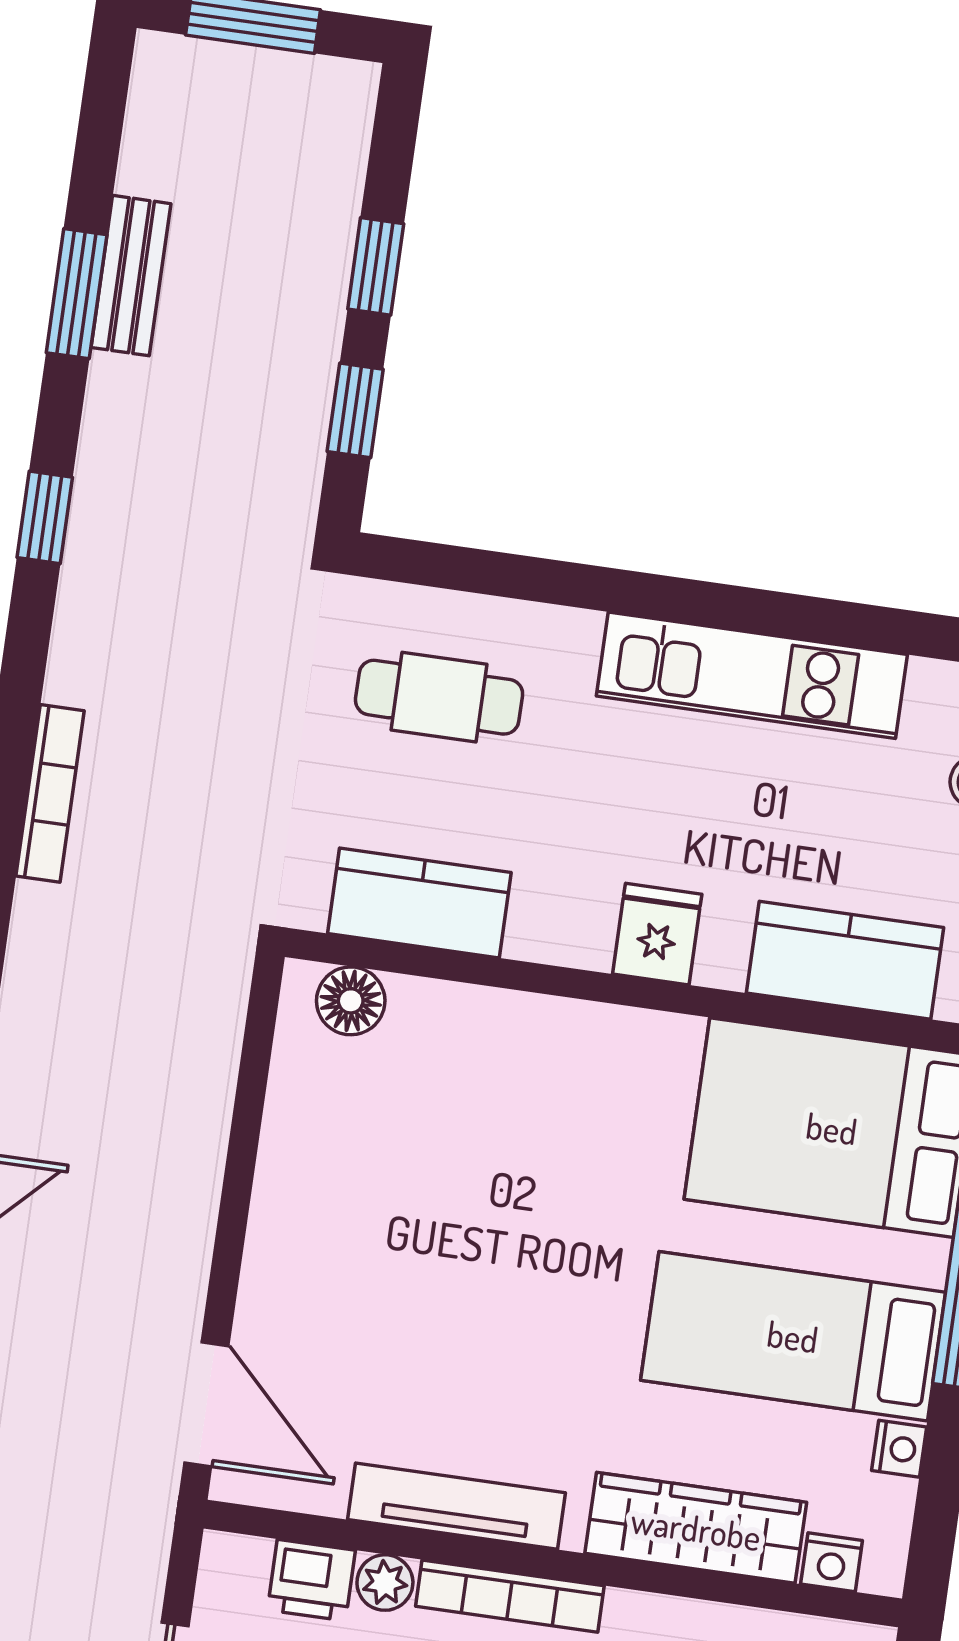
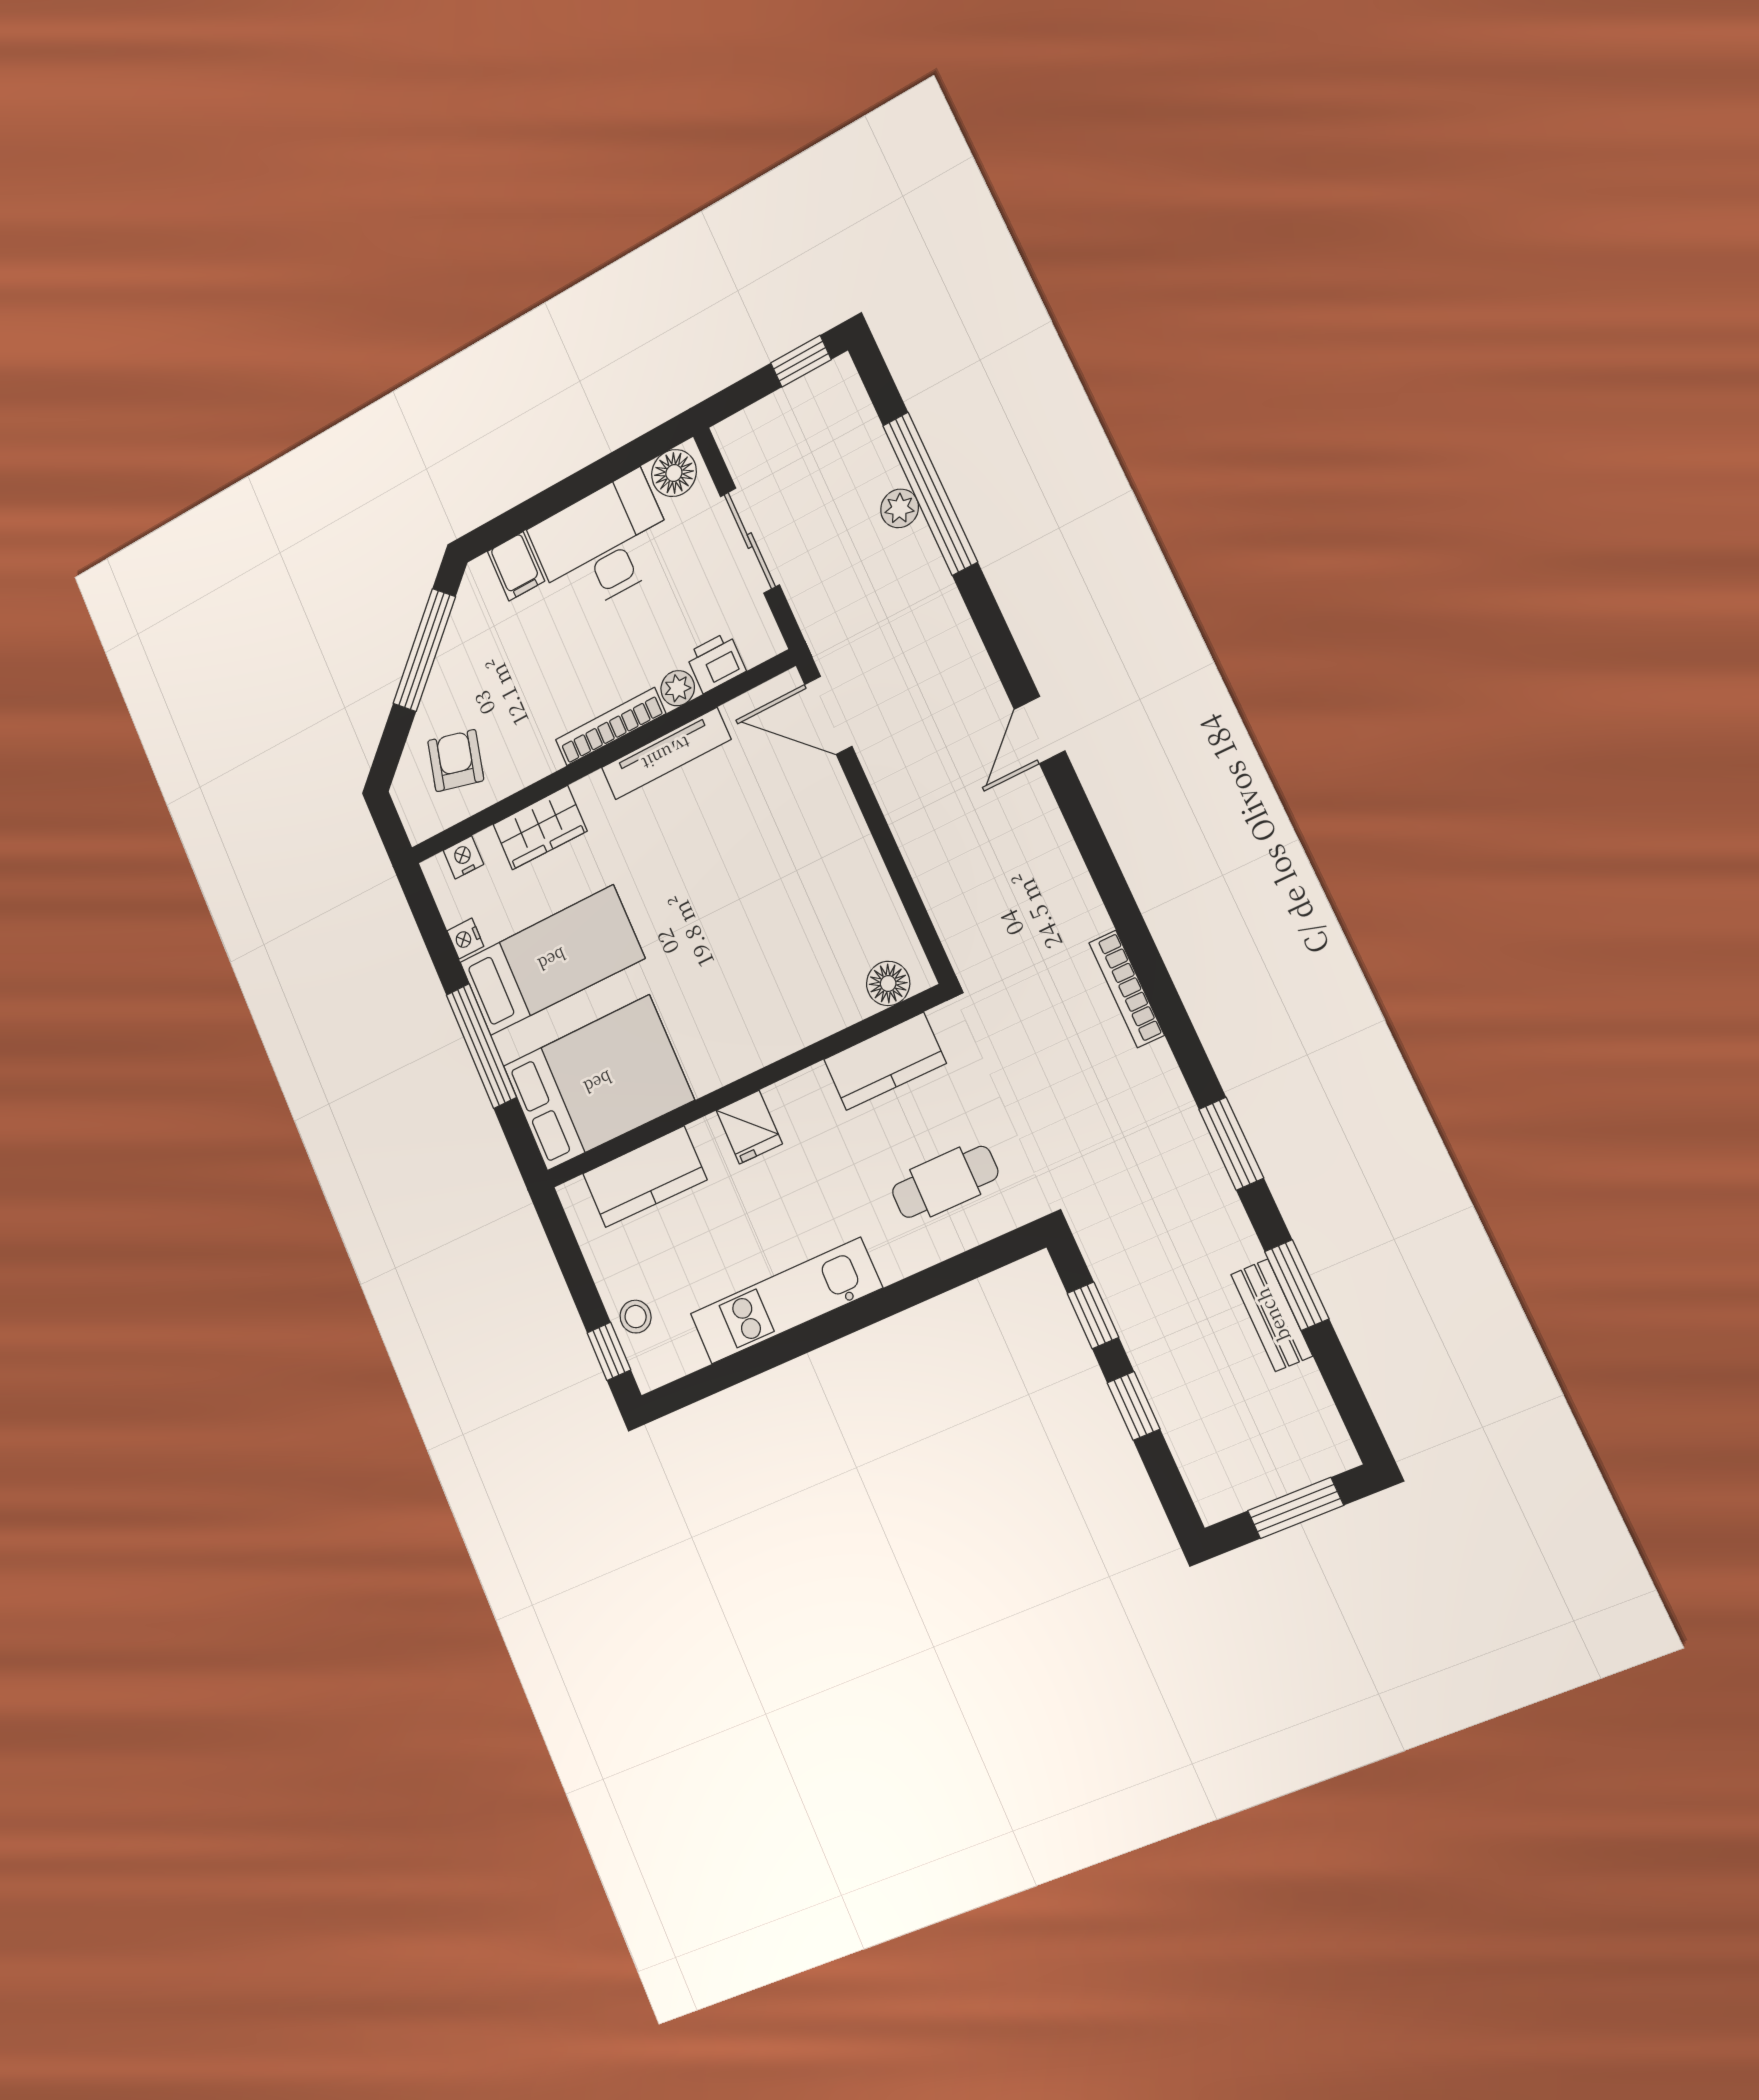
window: (45, 517) -> (1231, 1144), width x1.50
wardrobe: (696, 1528) -> (540, 828), width x0.67

